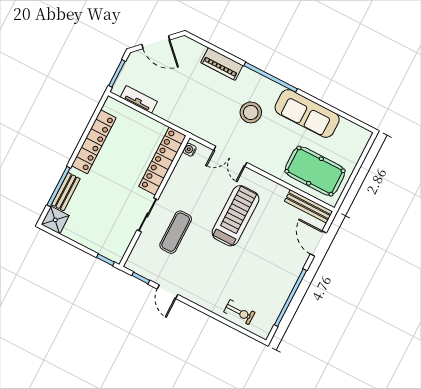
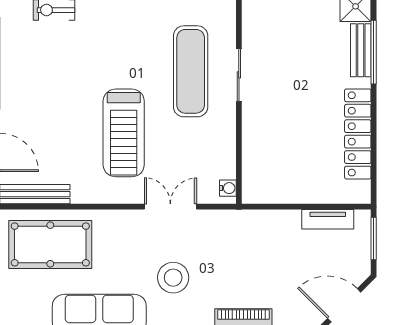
locker: (162, 161) -> (256, 155), removed
exercise mat: (176, 232) -> (191, 71), width x1.36, depth x1.45

